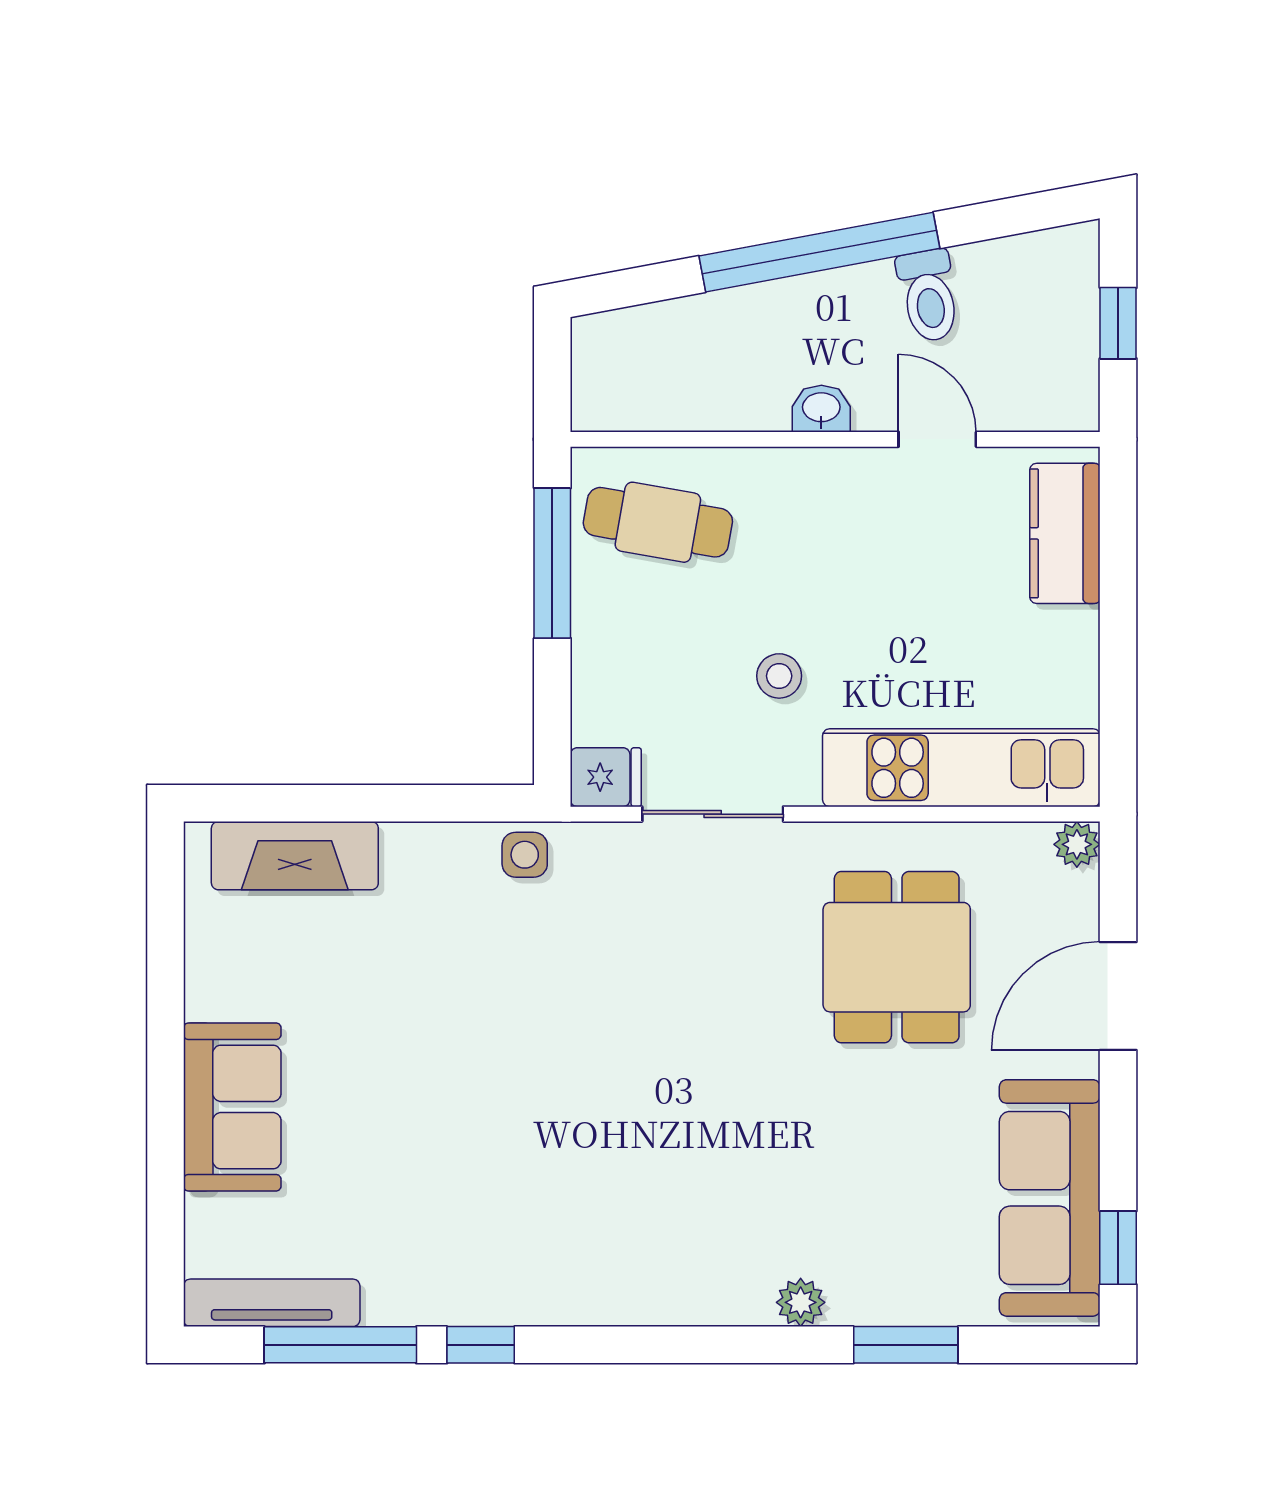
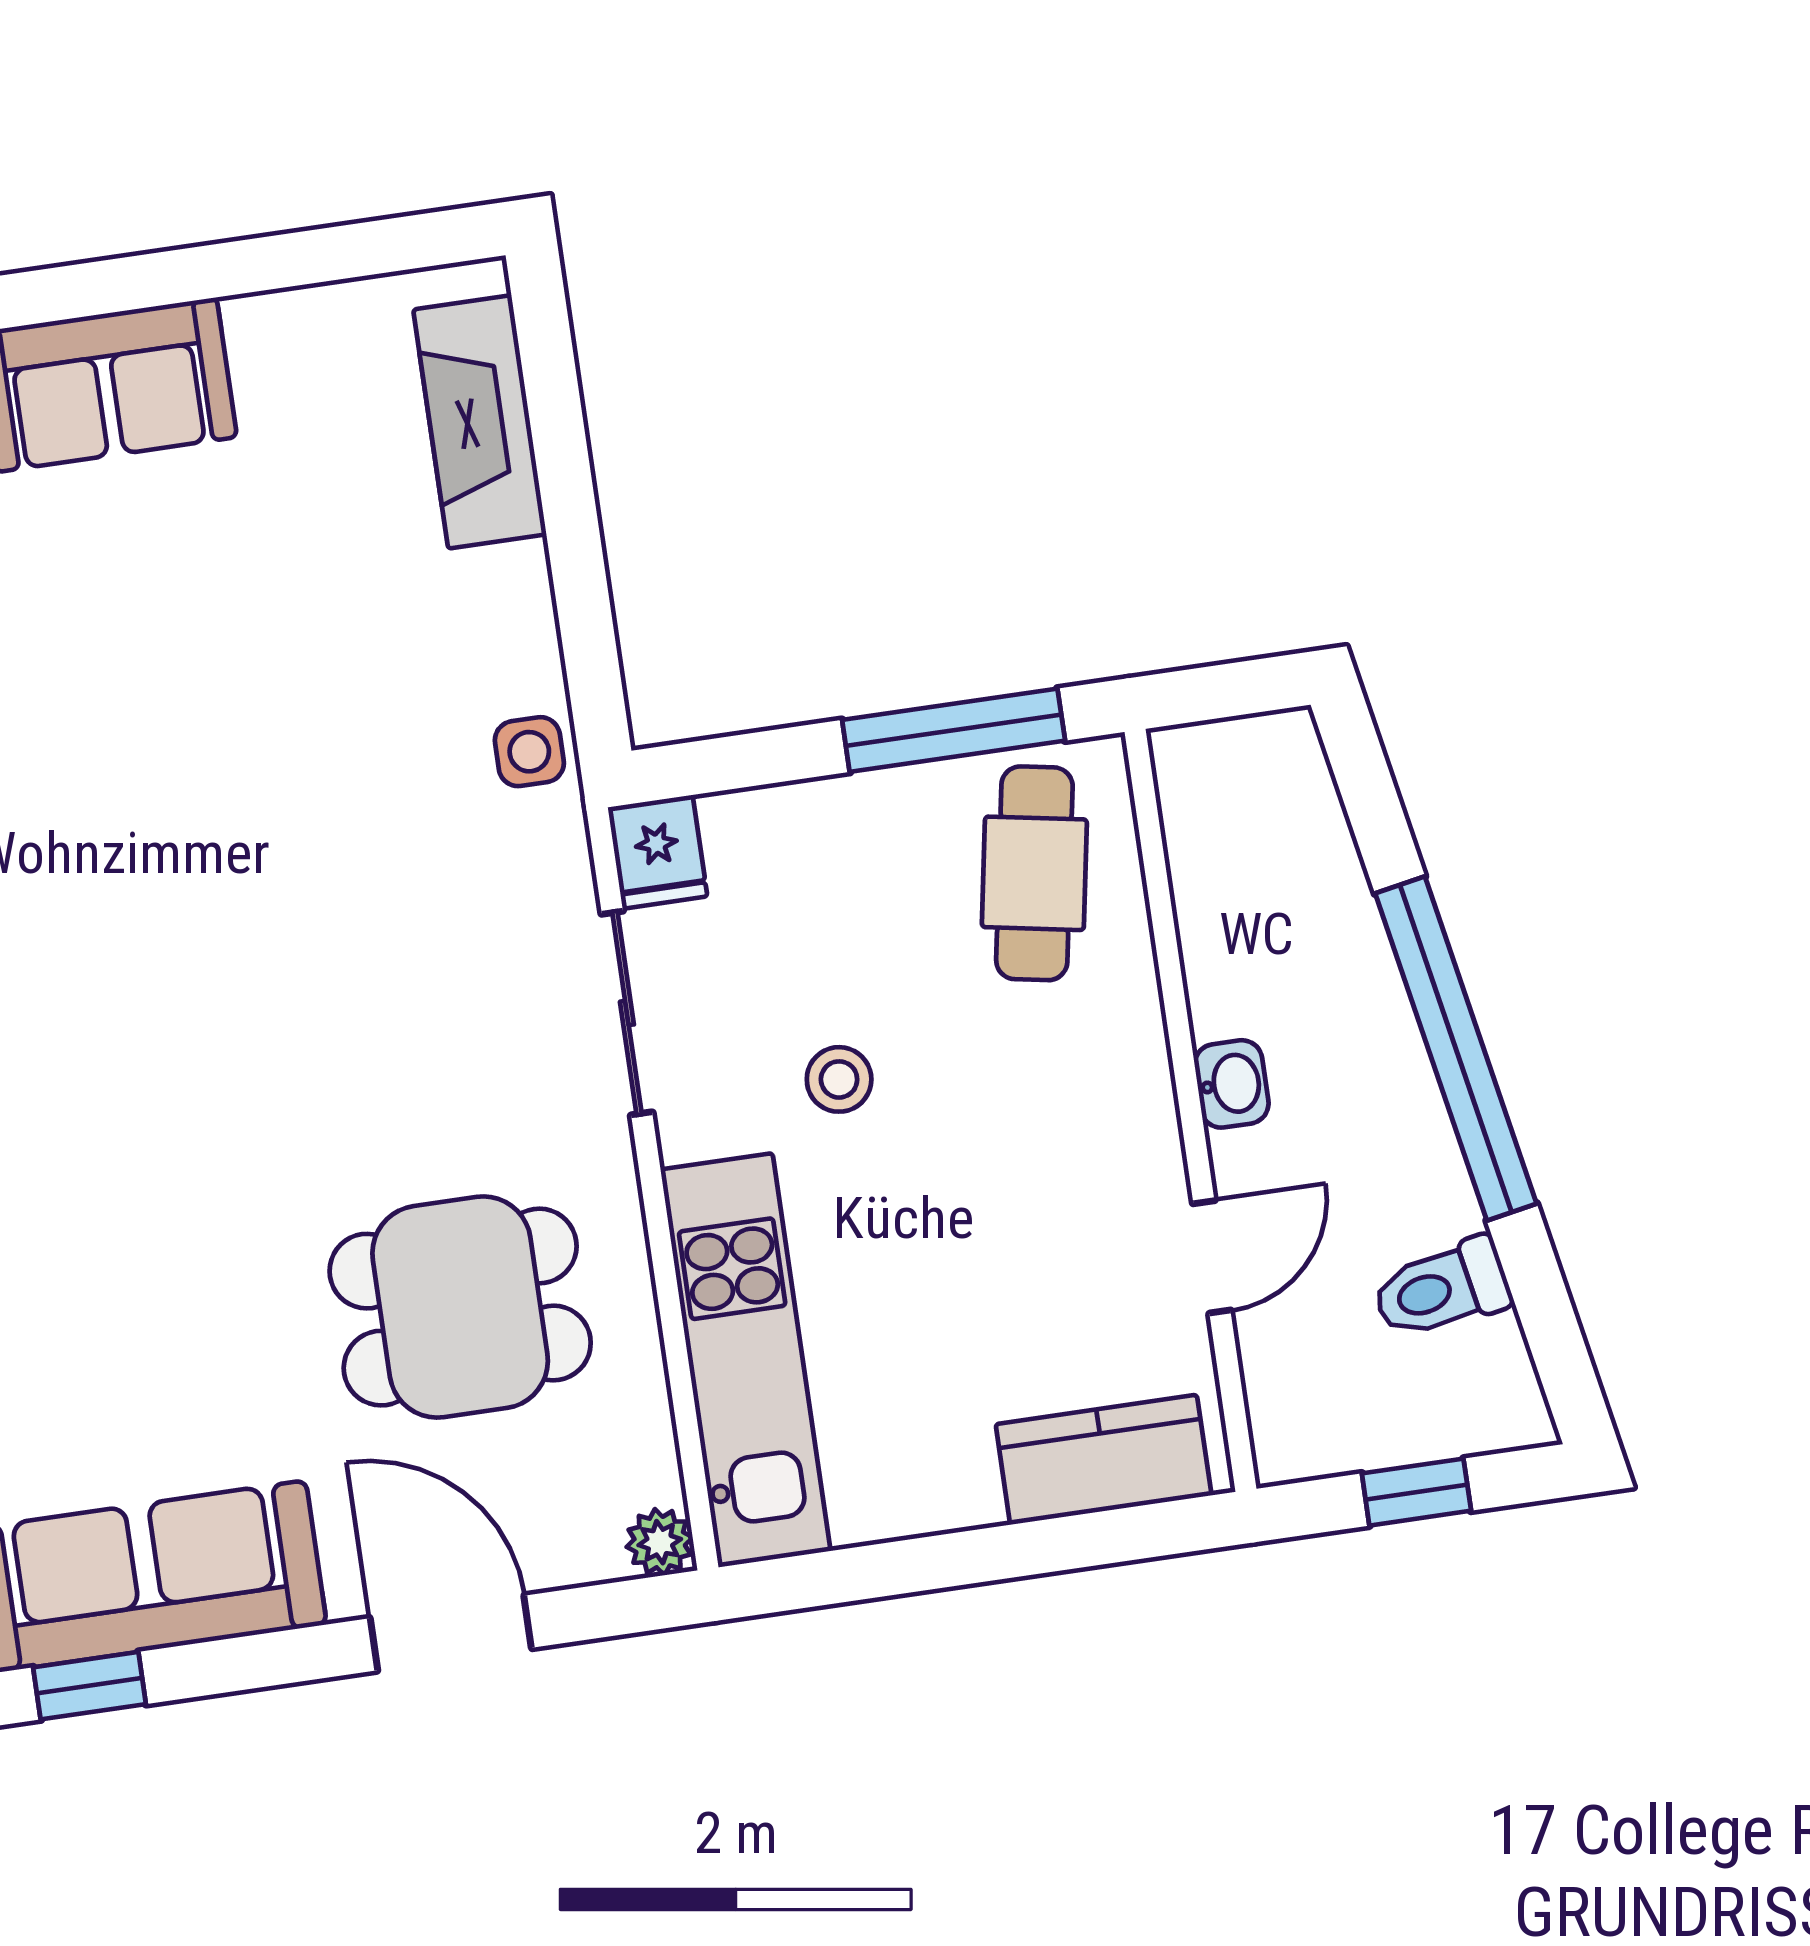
toilet: (929, 296) -> (1442, 1289), moved

